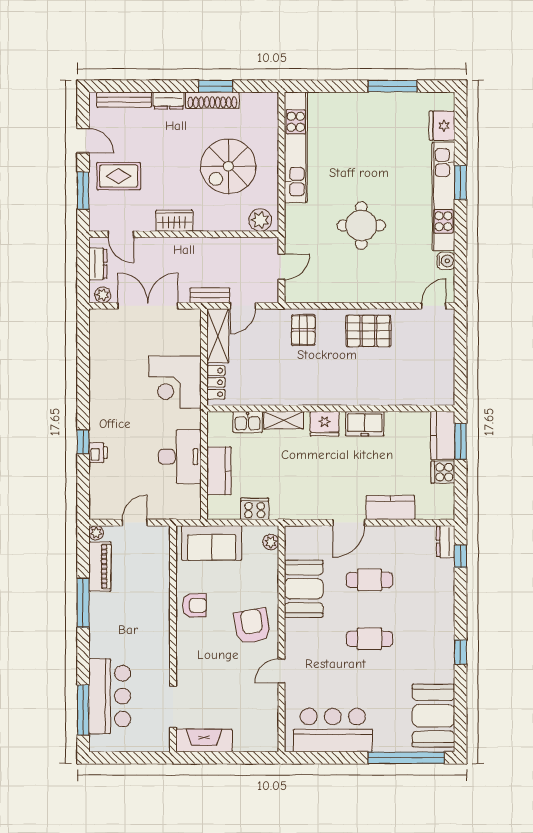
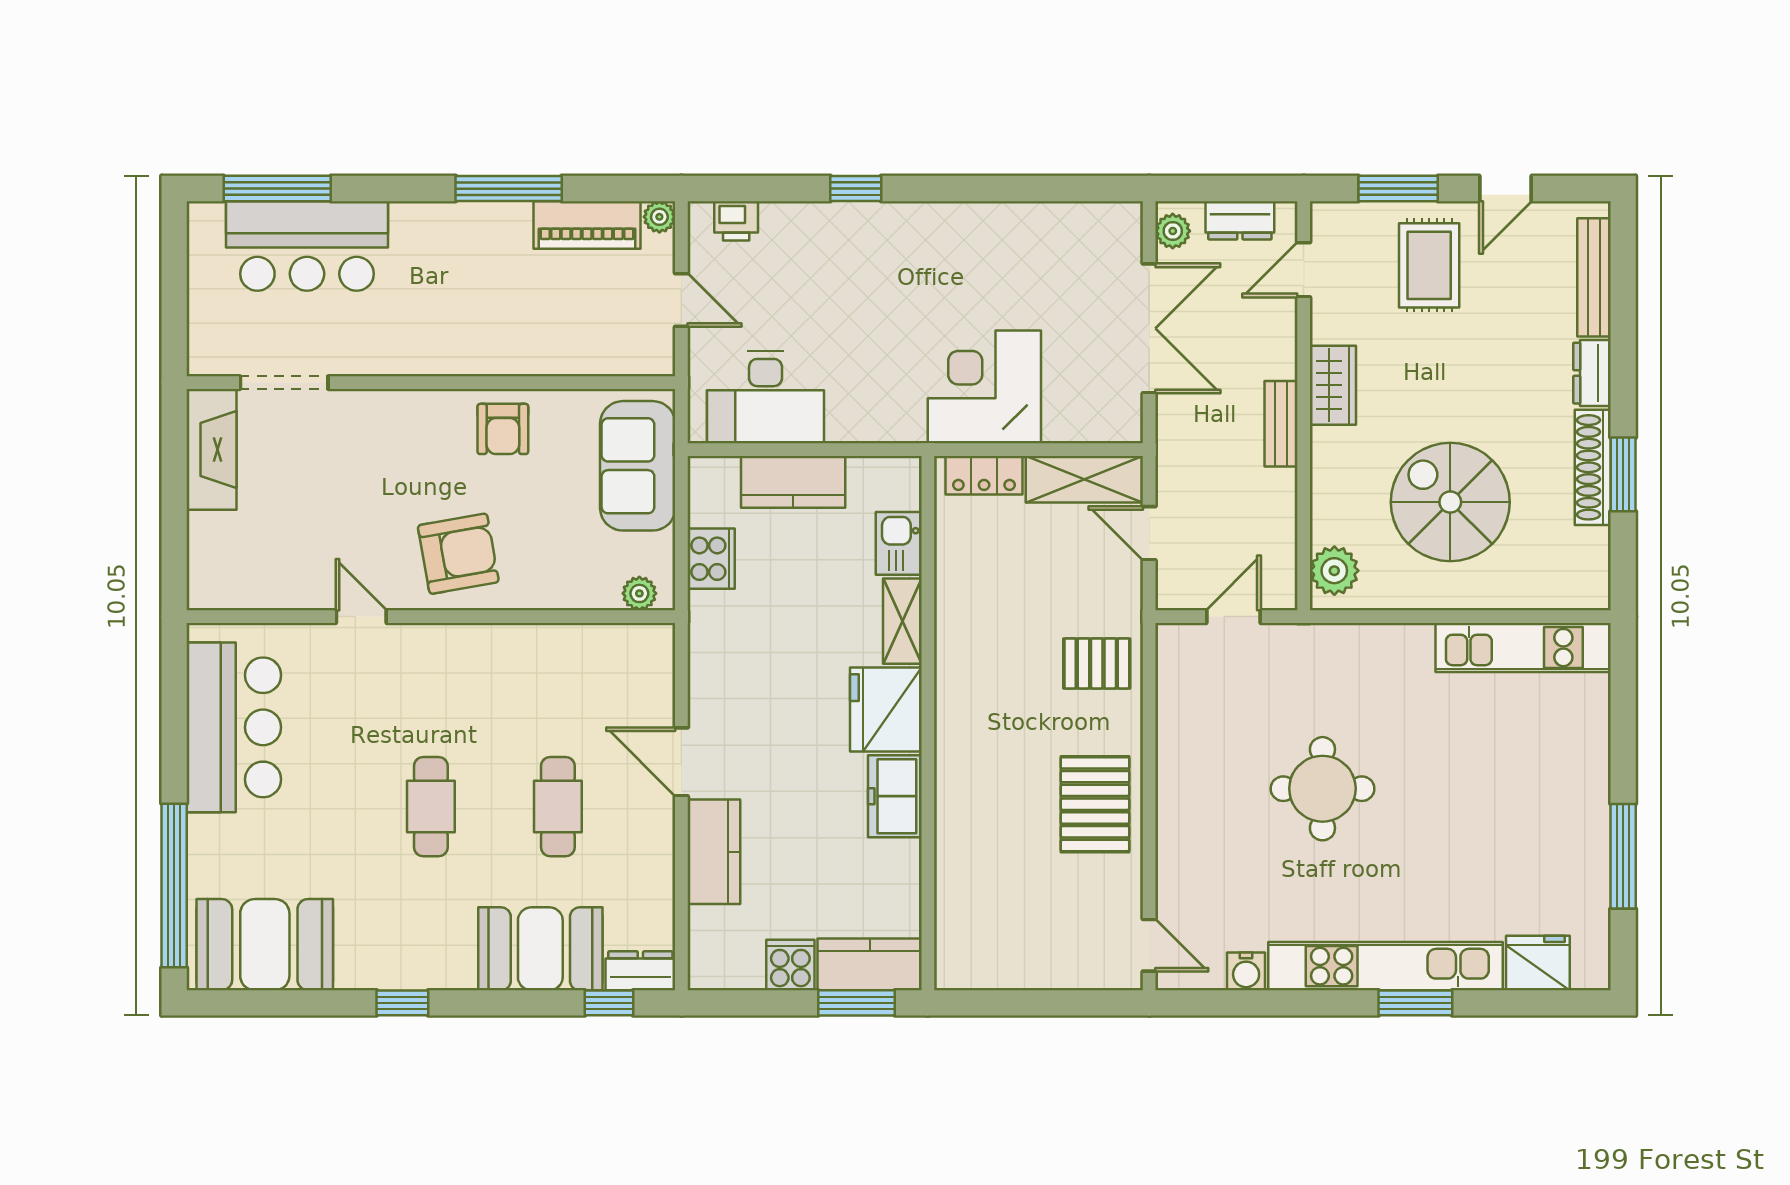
kitchen unit: (296, 147) -> (1523, 648), width x0.73
door: (281, 267) -> (1234, 617), swing flipped
bench: (210, 295) -> (1281, 424), moved
fridge: (325, 424) -> (886, 710), width x1.36, depth x1.34
printer: (98, 453) -> (736, 221), moved
desk: (180, 457) -> (766, 397), moved
booth: (304, 589) -> (540, 949), moved

